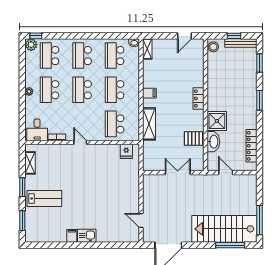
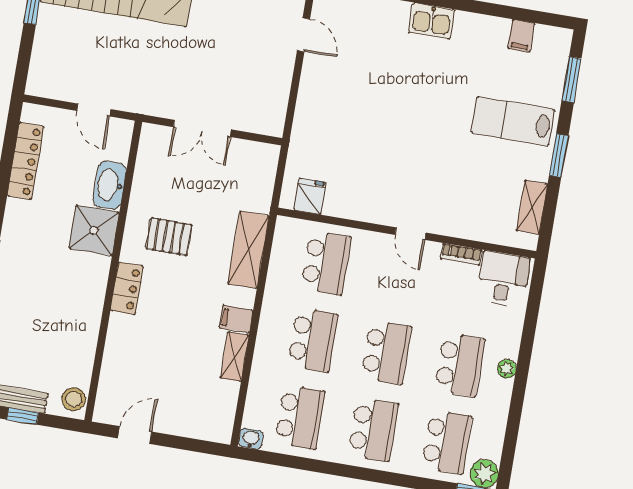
shelving: (147, 49) -> (235, 357), moved
pallet: (194, 138) -> (169, 237), moved
filing cabinet: (72, 236) -> (521, 36), moved

